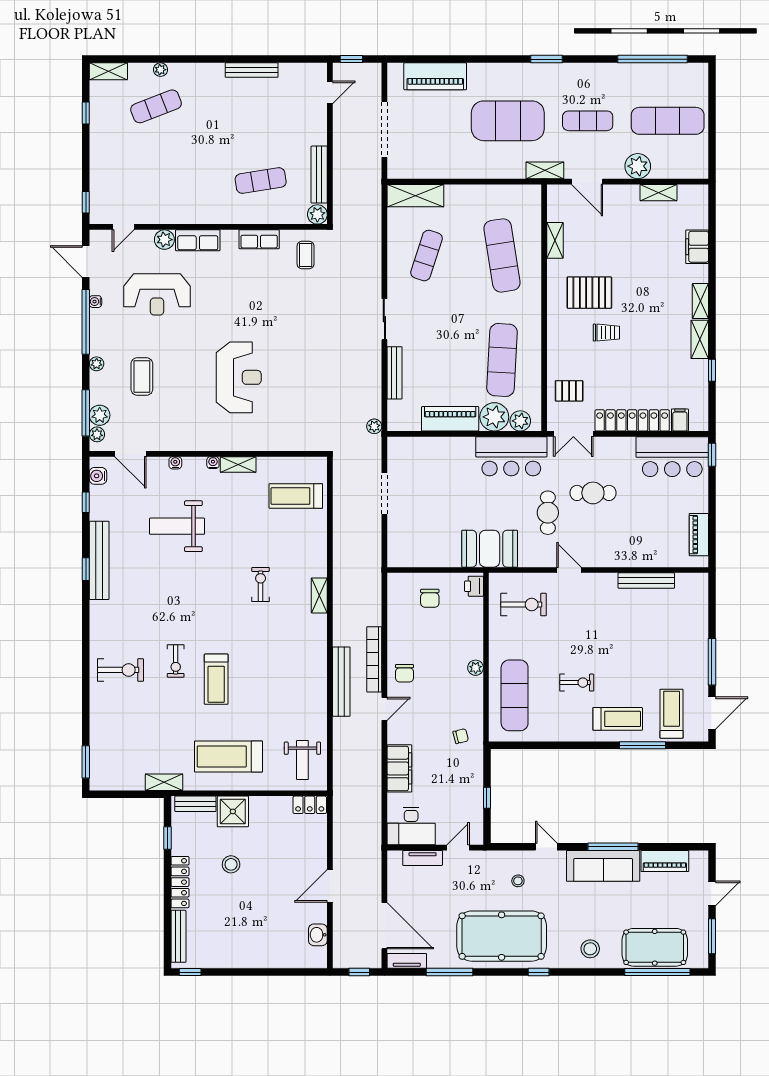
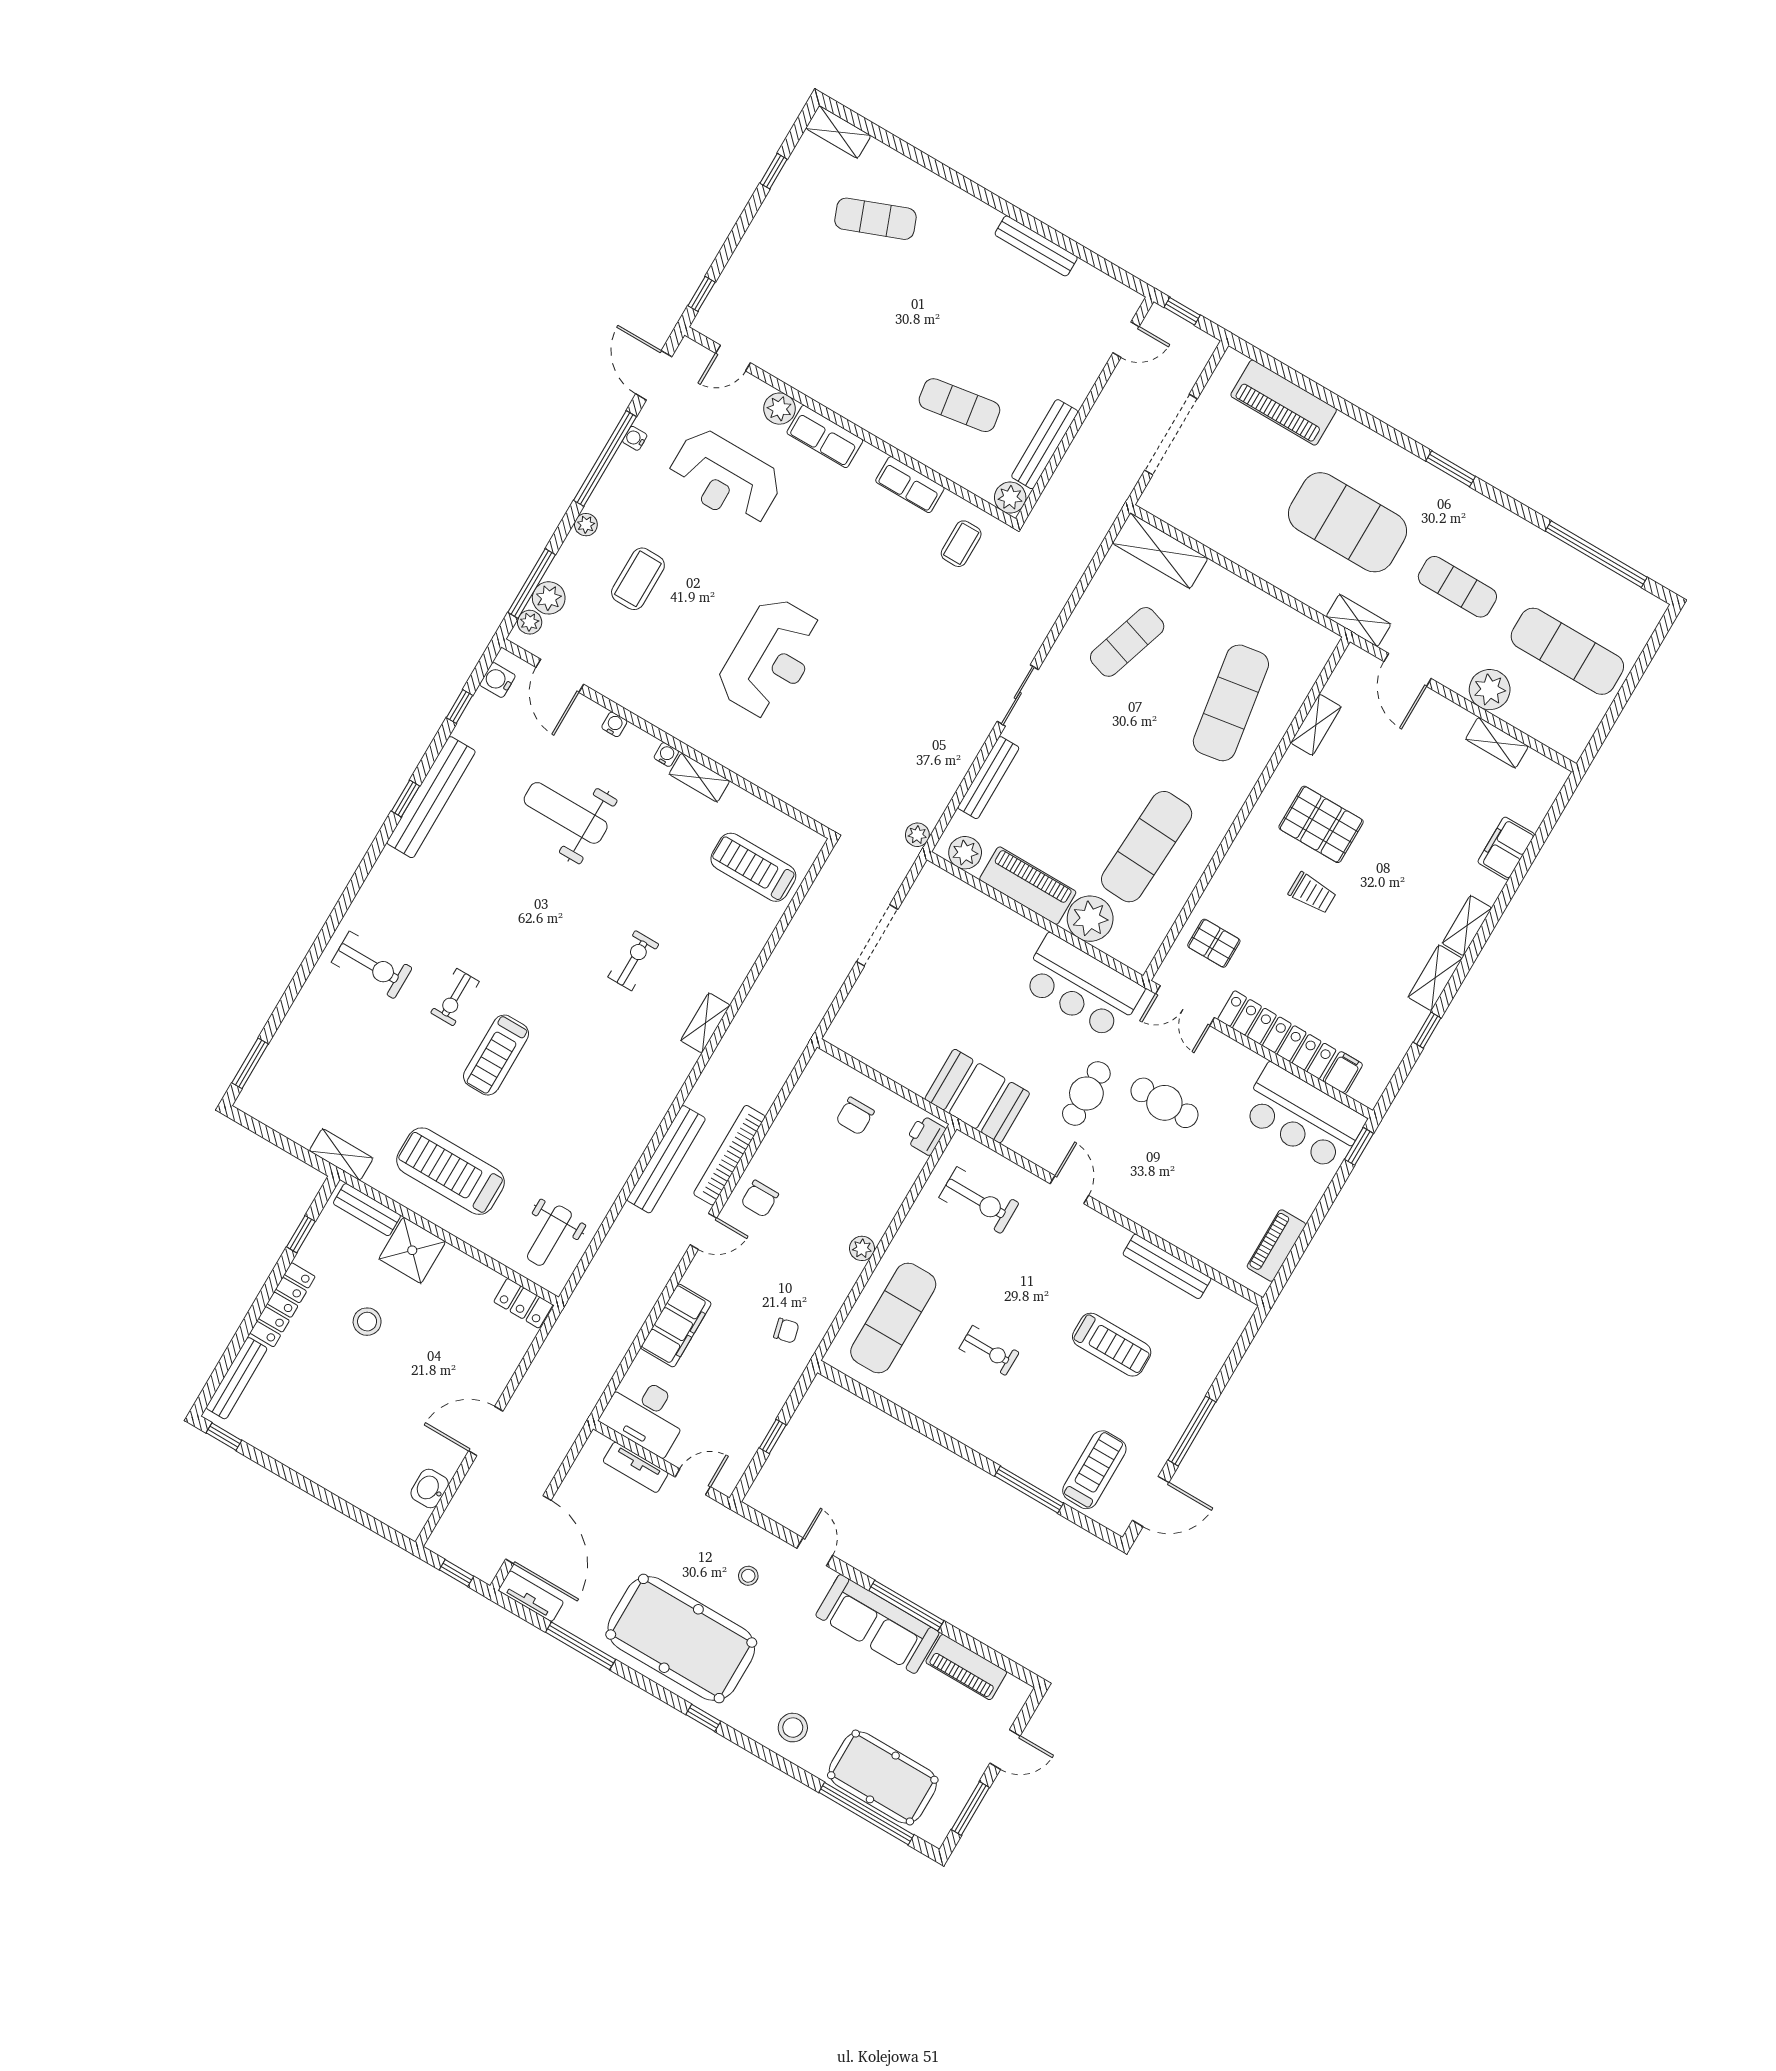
plant: (160, 70) -> (911, 172), removed
plant: (520, 421) -> (965, 853), moved
treadmill: (618, 719) -> (1112, 1345), moved

